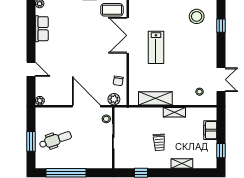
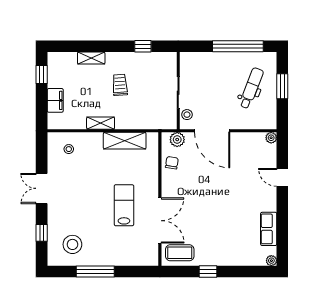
double door: (221, 80) -> (42, 188), moved
dental chair: (55, 140) -> (251, 88), turned 130

